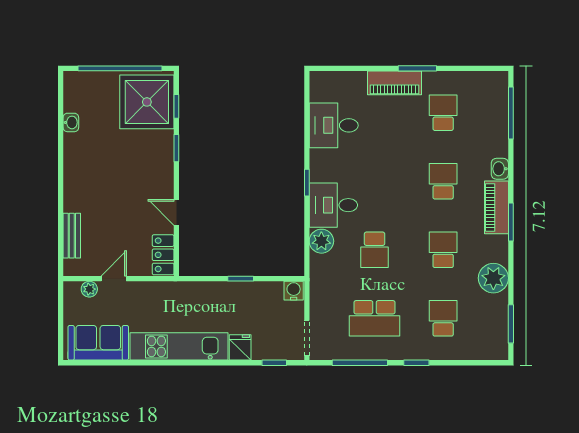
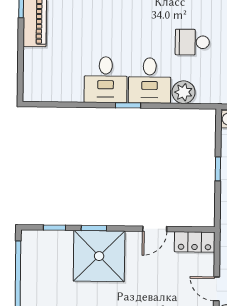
shower: (147, 102) -> (99, 256), moved
desk: (334, 125) -> (106, 80), moved
school desk: (375, 250) -> (192, 42), turned 180

